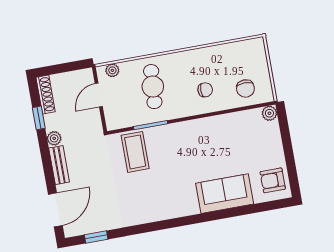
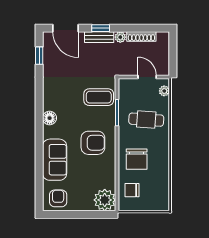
chair: (205, 90) -> (137, 159), width x1.87, depth x1.87
shoe rack: (46, 95) -> (141, 37), moved
plant: (269, 113) -> (105, 200), width x1.88, depth x1.88
window: (39, 118) -> (101, 28), moved
armchair: (194, 149) -> (93, 143), added
floor lamp: (173, 210) -> (50, 118), added

